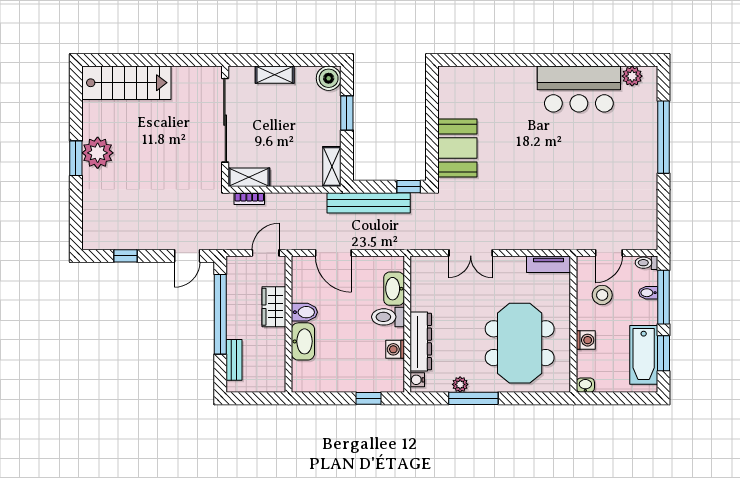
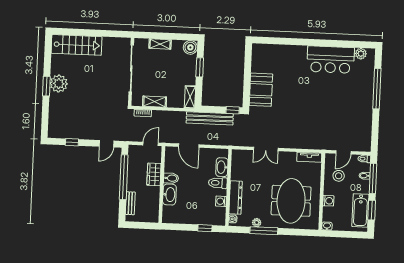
shelving: (249, 177) -> (155, 102), moved

